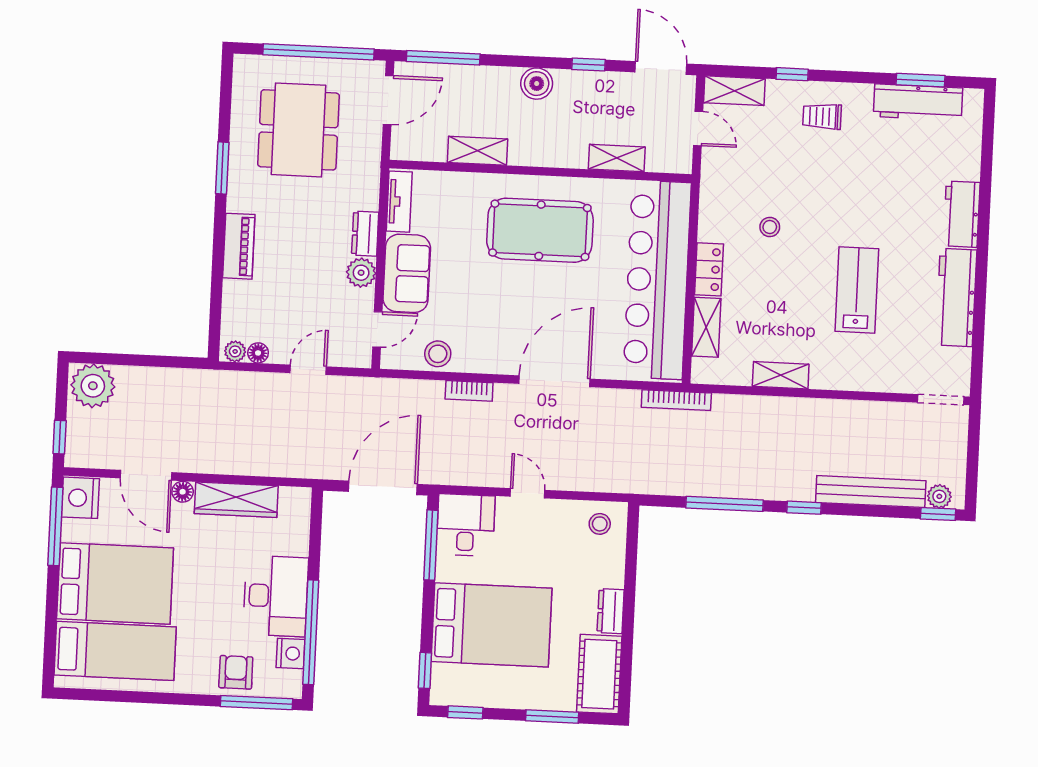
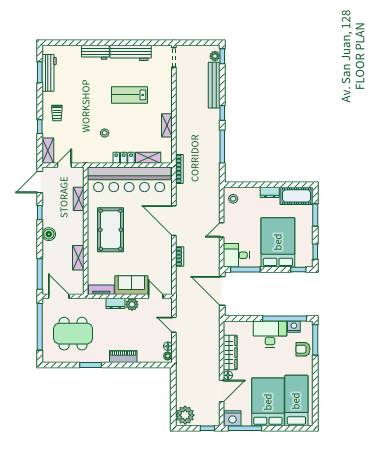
stool: (438, 354) -> (165, 270), removed

